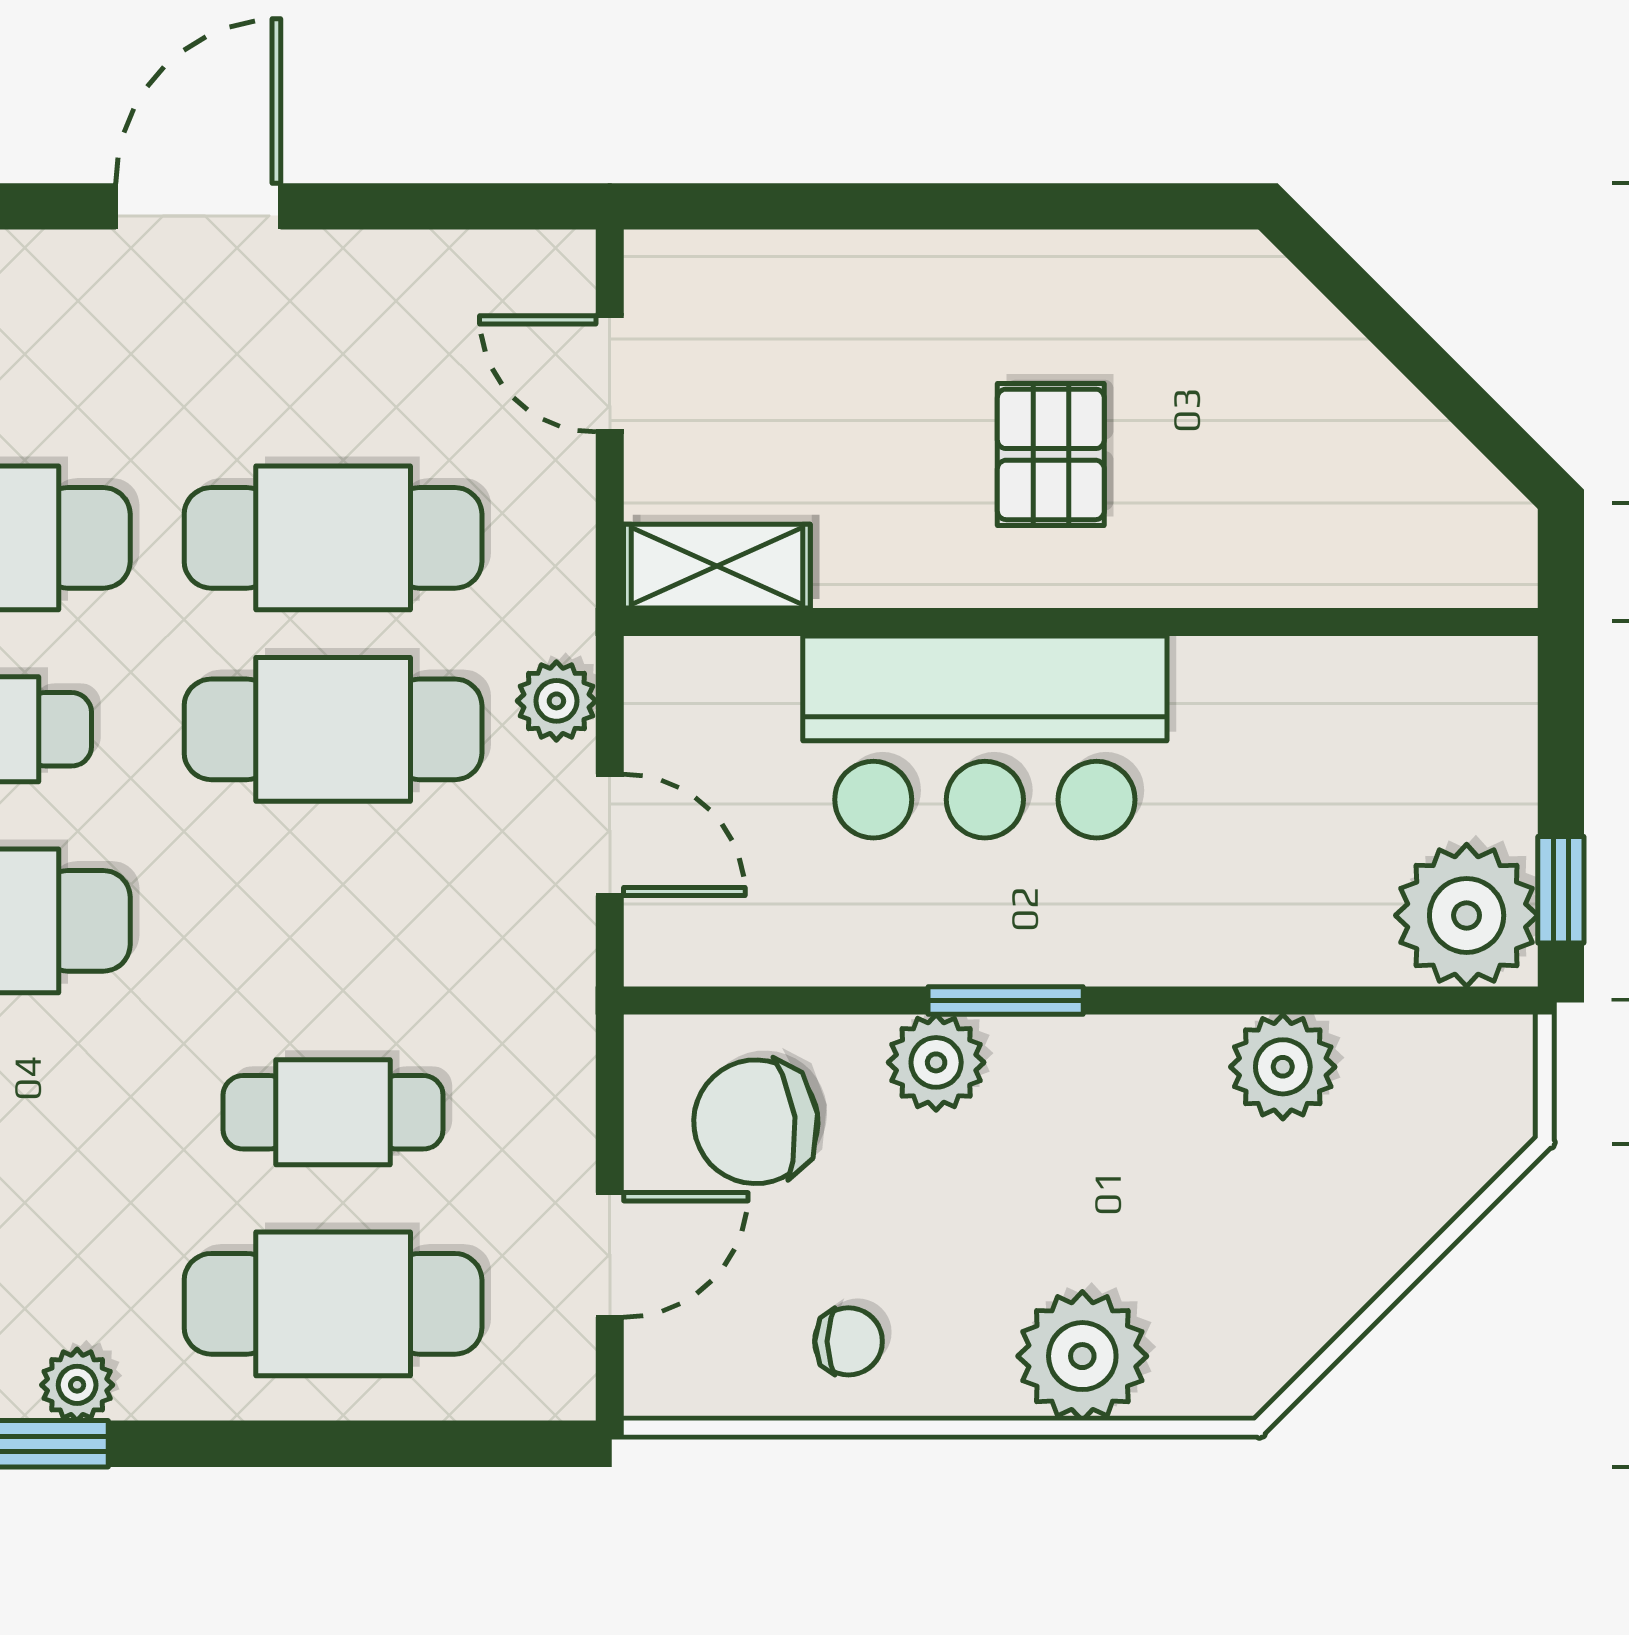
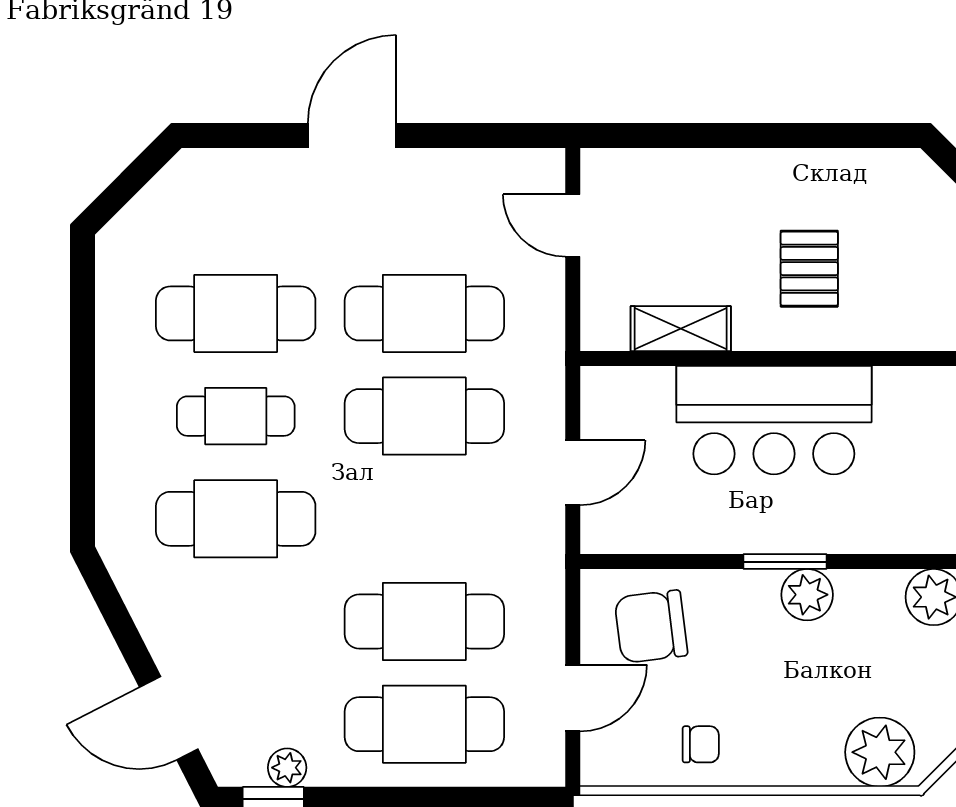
shelving: (717, 566) -> (681, 329), moved
plant: (556, 701) -> (544, 401), removed
door: (610, 835) -> (573, 473), hinge flipped
plant: (936, 1062) -> (807, 595), moved
cafe table: (333, 1112) -> (424, 621), width x1.37, depth x1.35
plant: (1082, 1356) -> (880, 752), moved

